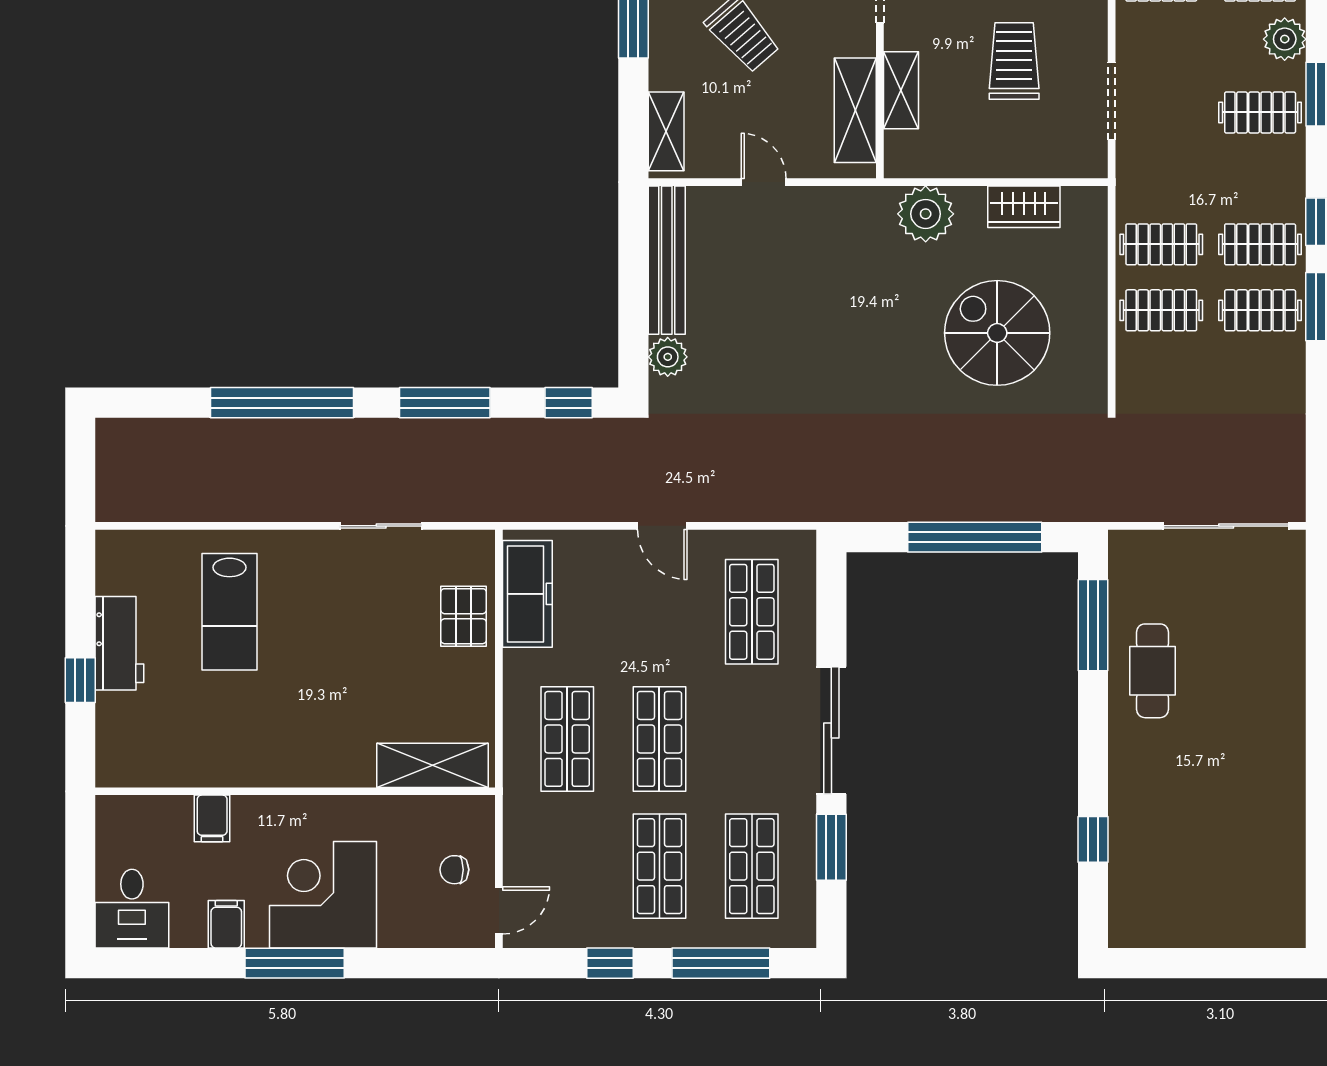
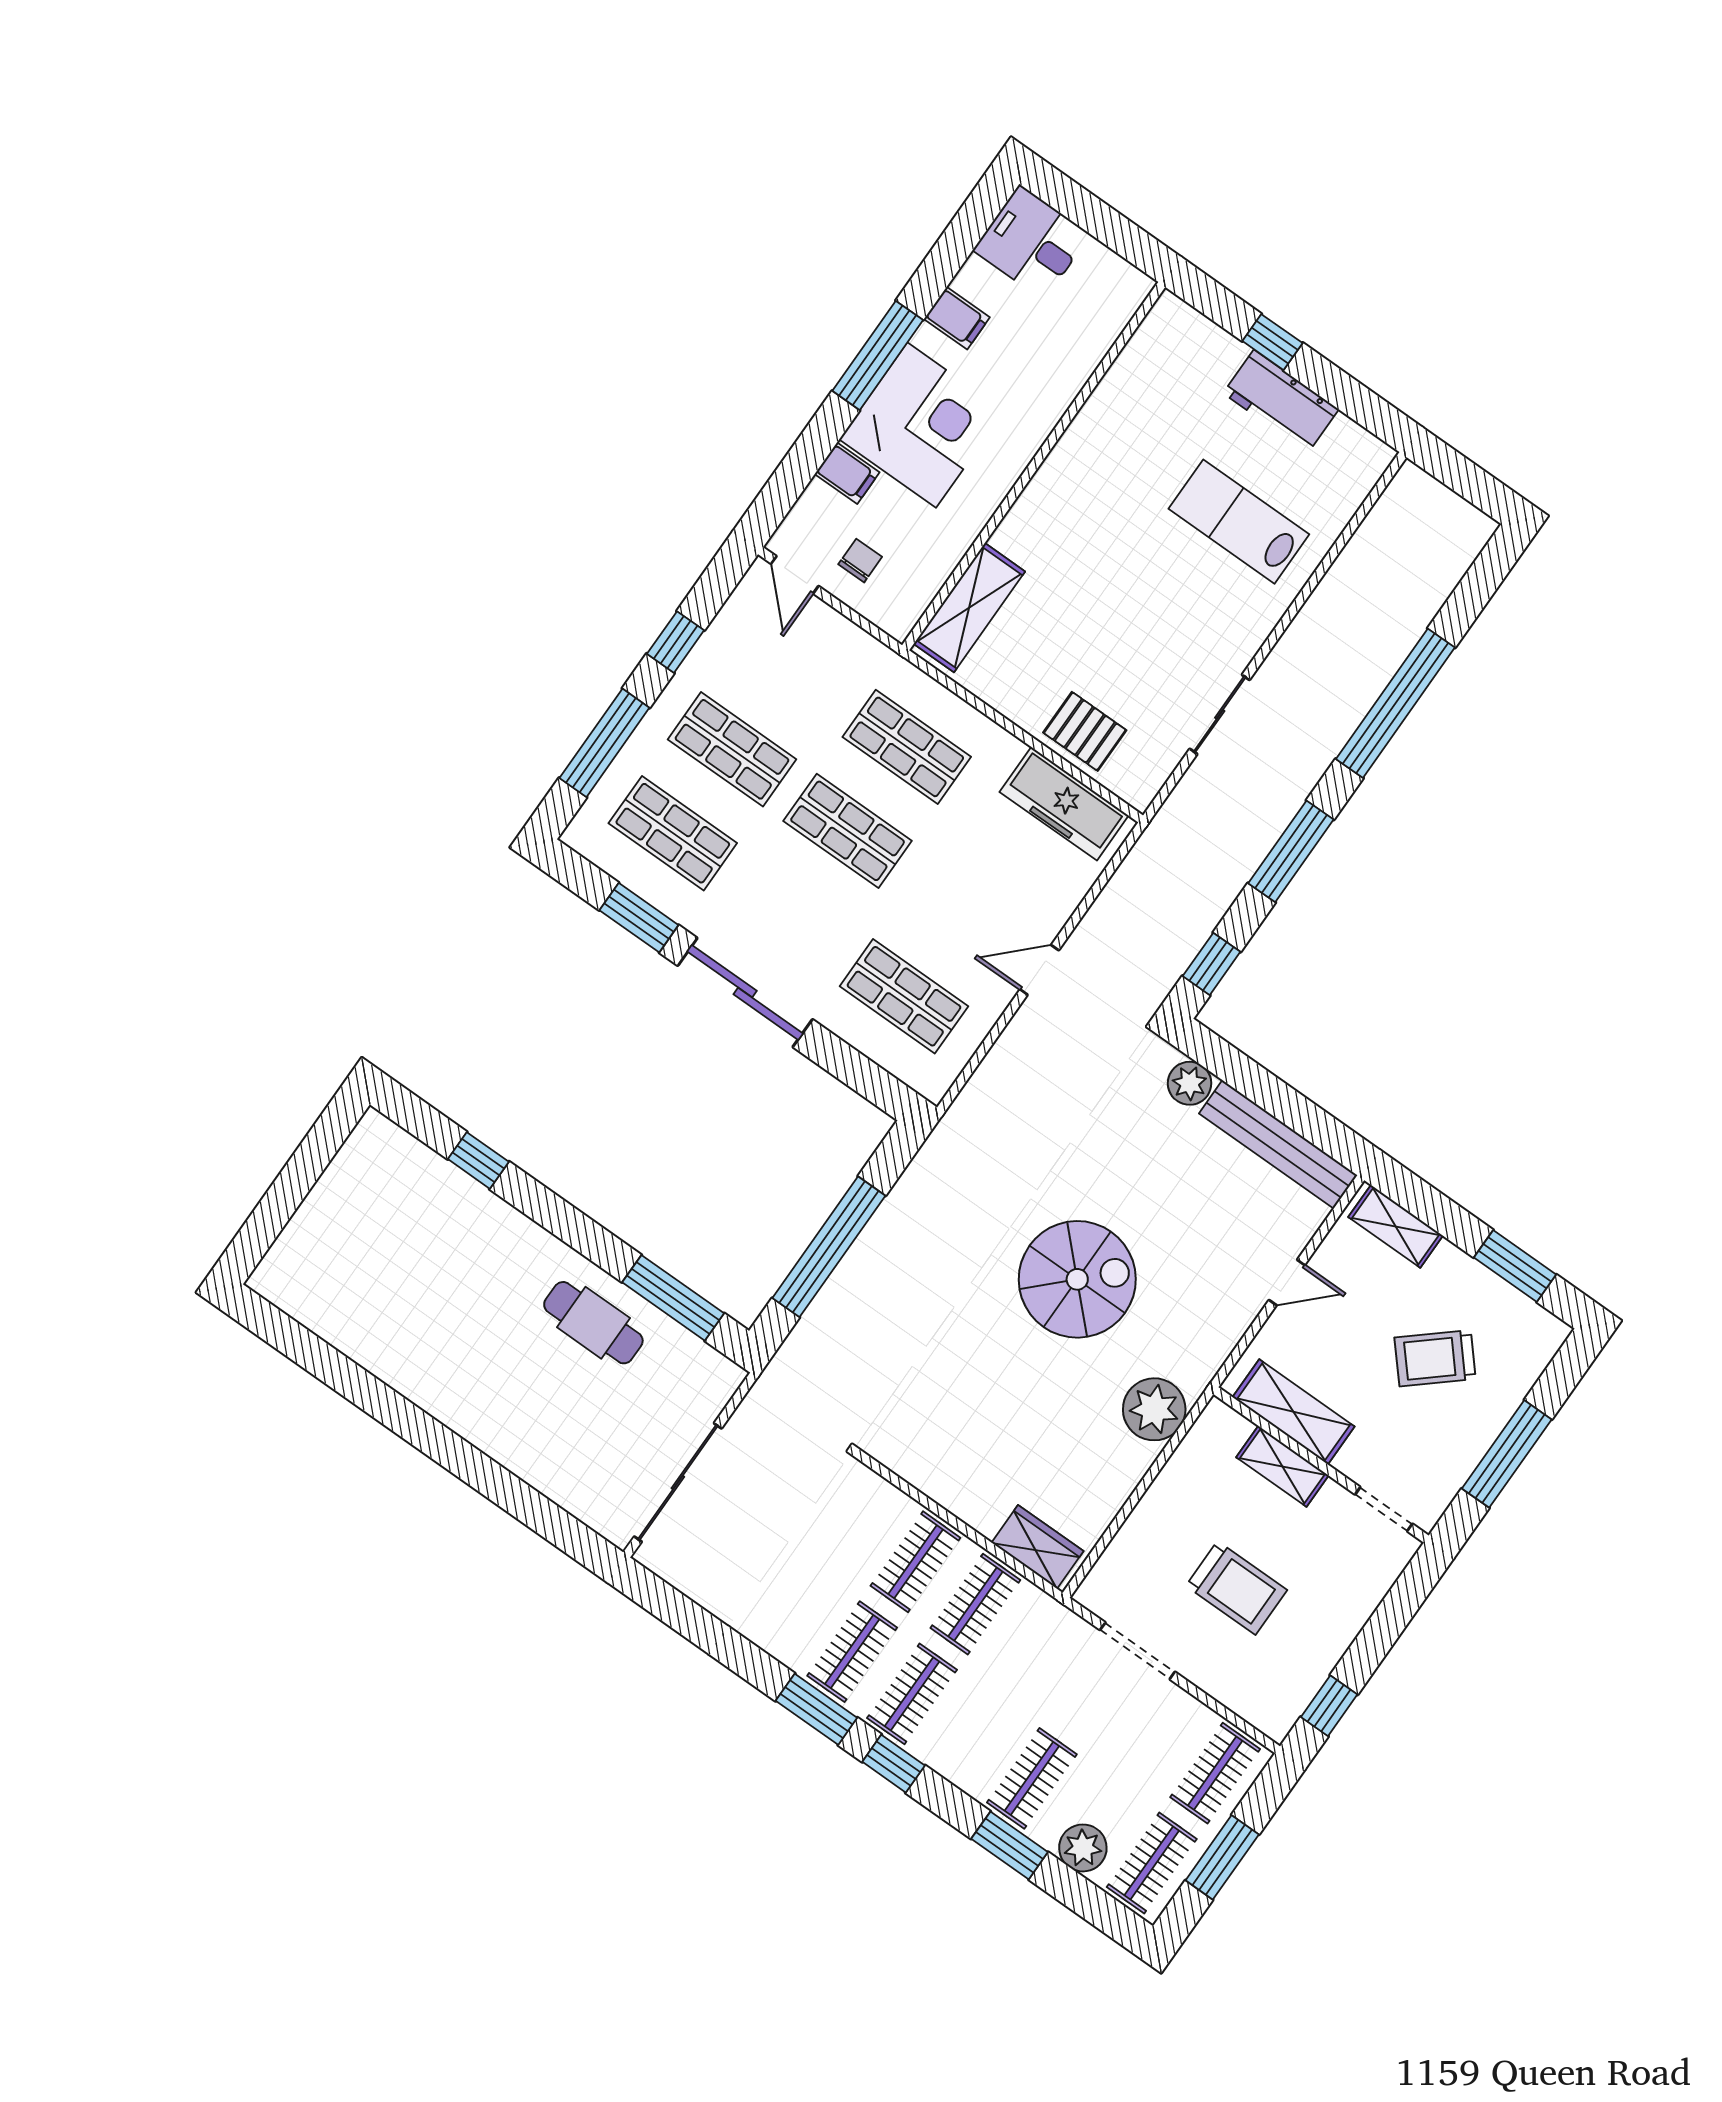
wardrobe: (1024, 207) -> (1038, 1547), moved, turned 90
spiral stairs: (997, 333) -> (1077, 1279), moved
filing cabinet: (212, 818) -> (847, 473), moved, turned 180

